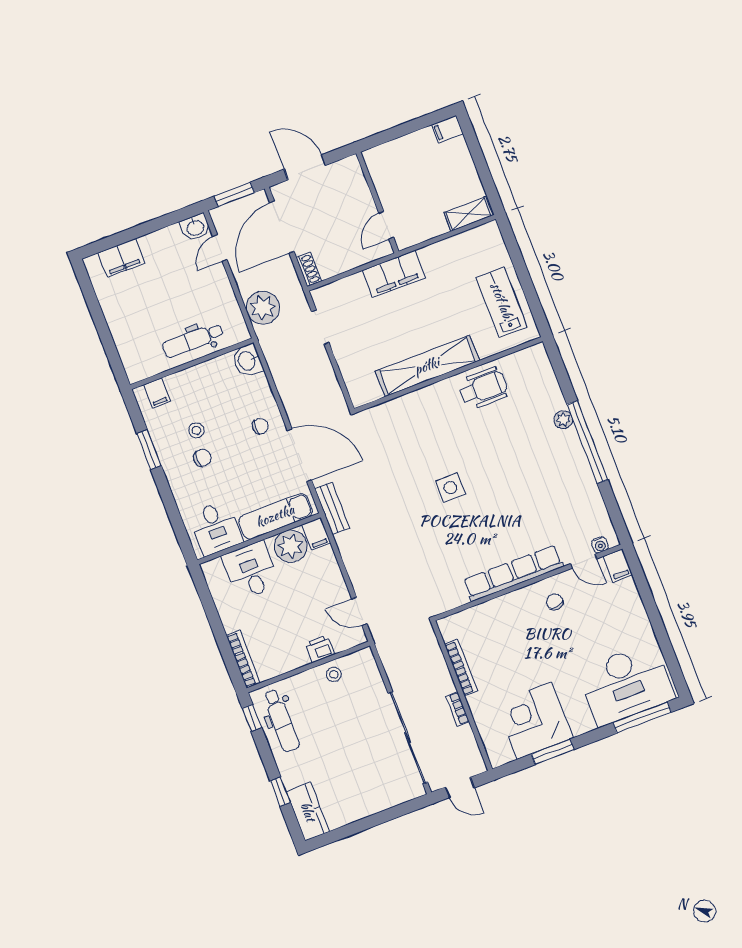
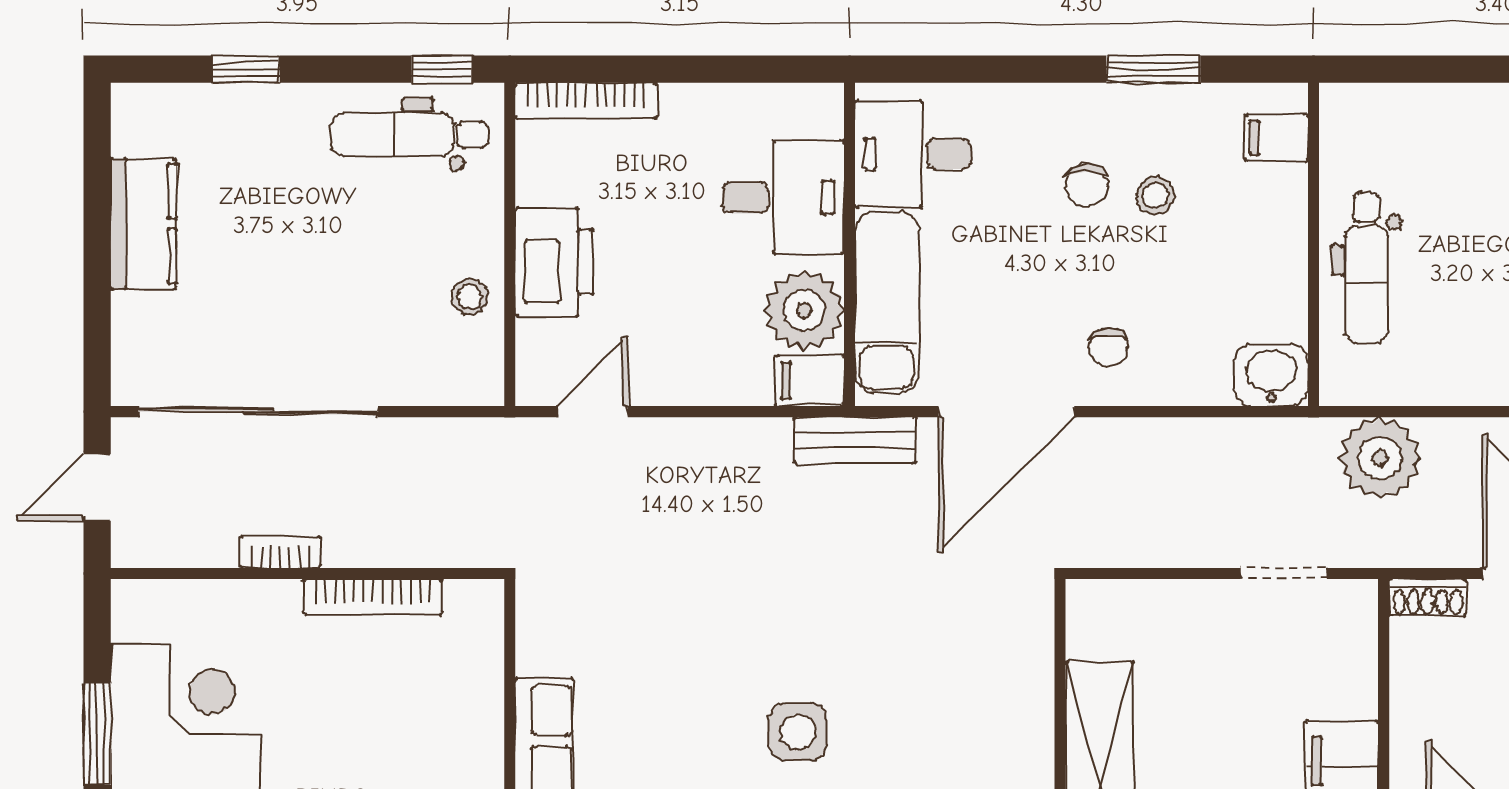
dental chair: (193, 340) -> (1367, 268), turned 180
printer: (320, 649) -> (554, 262), width x1.87, depth x1.48
kitchen counter: (308, 812) -> (143, 224), moved, turned -90

